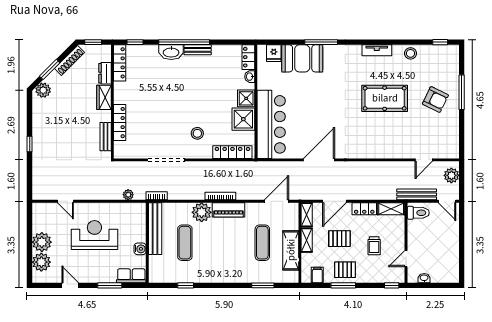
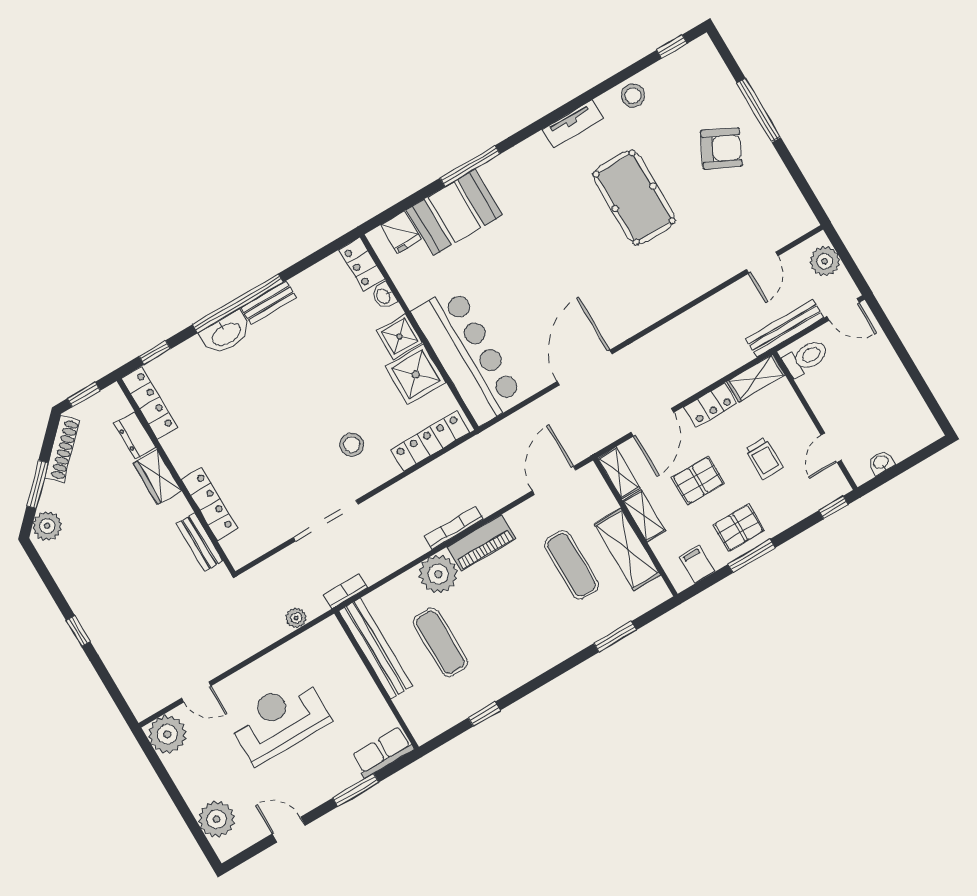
pool table: (385, 98) -> (634, 197), turned 90
plant: (42, 242) -> (167, 734), moved
water cooler: (140, 249) -> (370, 698), removed

